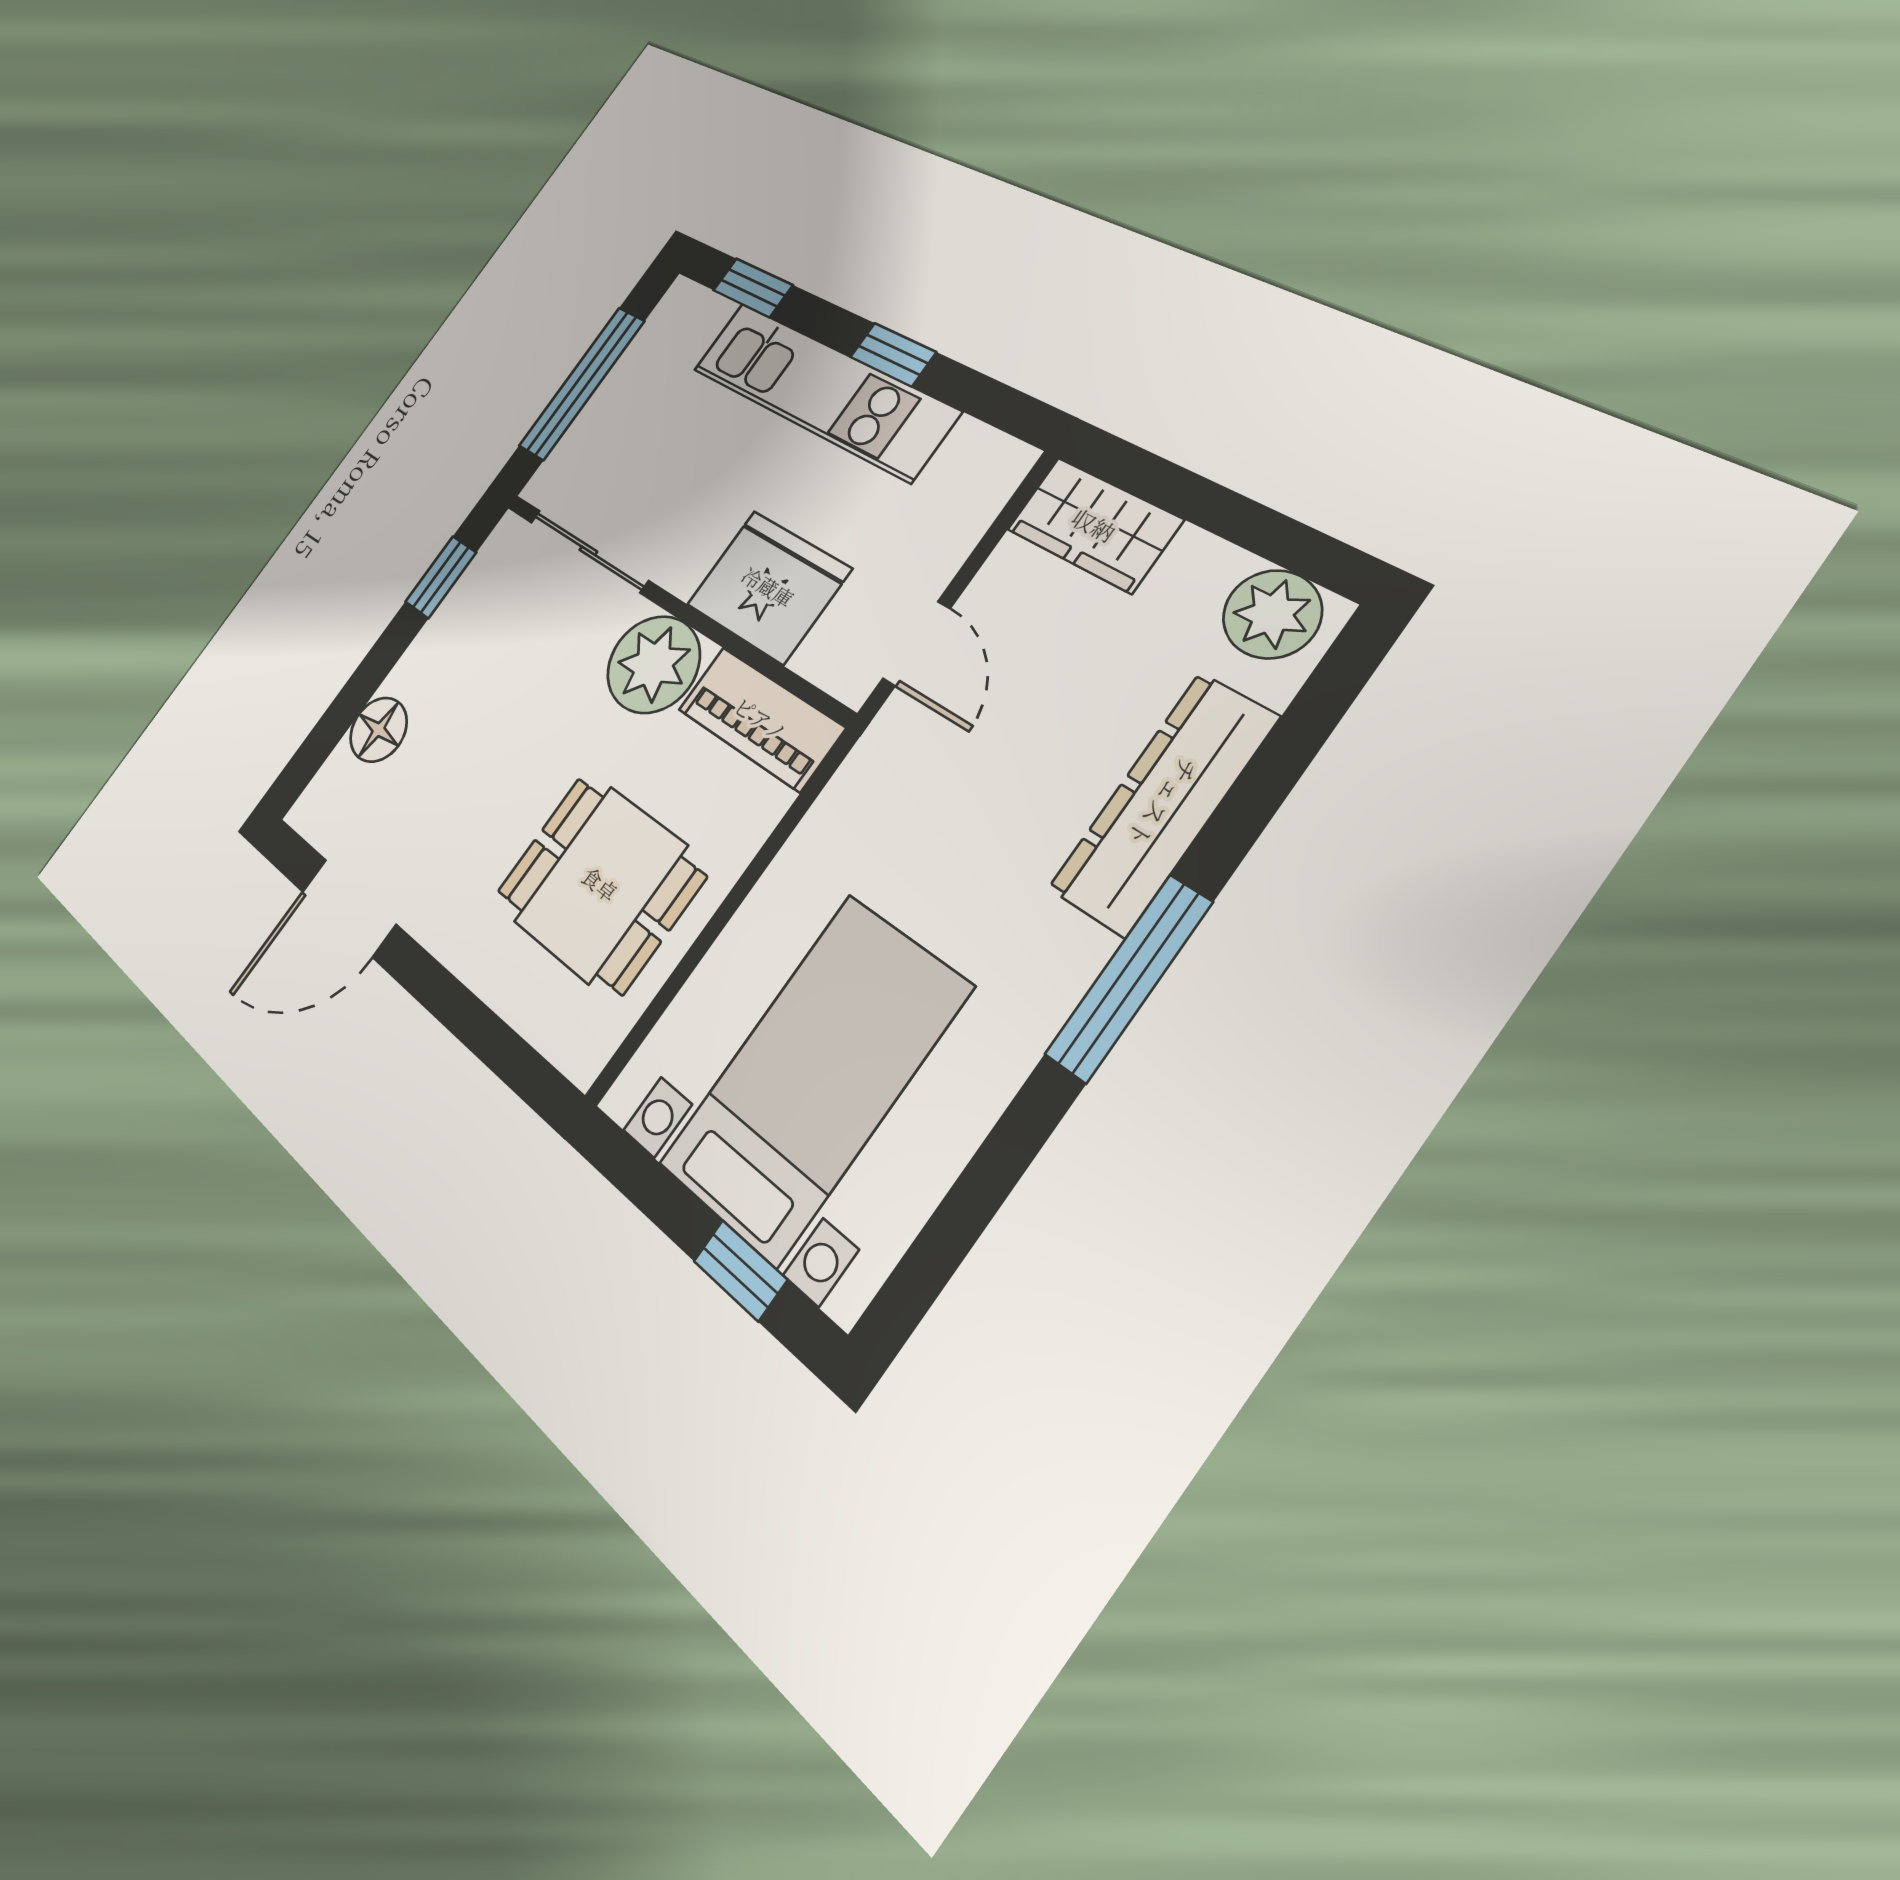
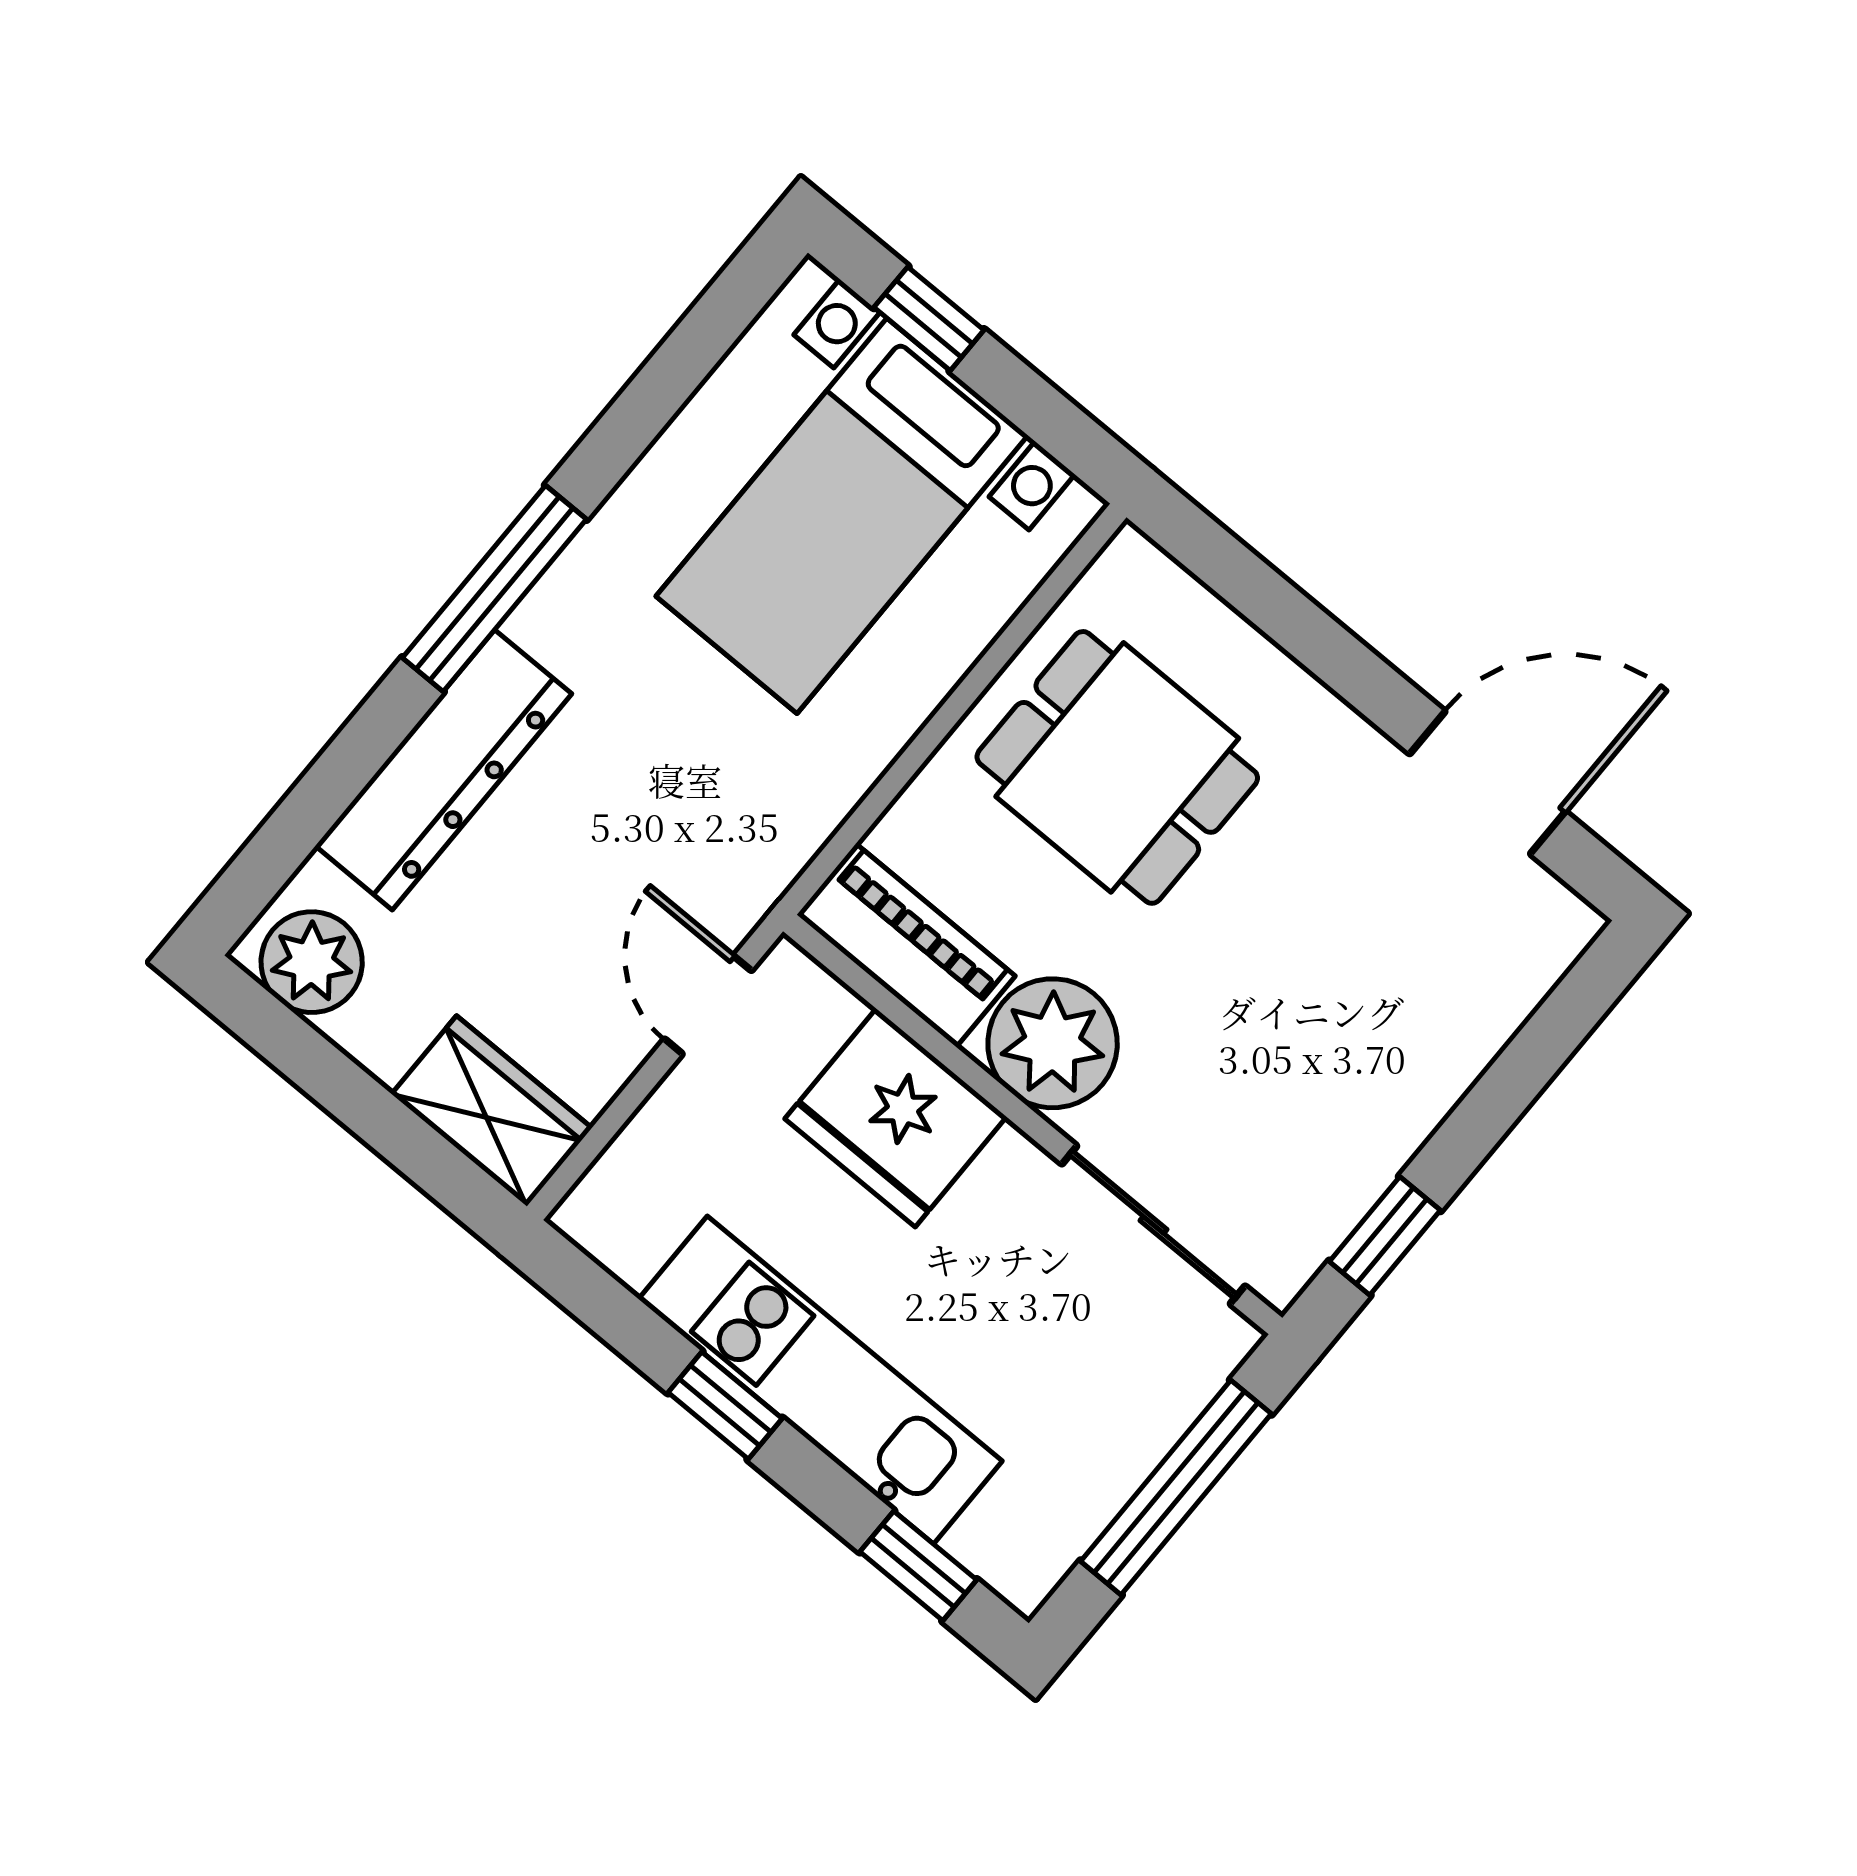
floor lamp: (378, 730) -> (1466, 1026), removed

